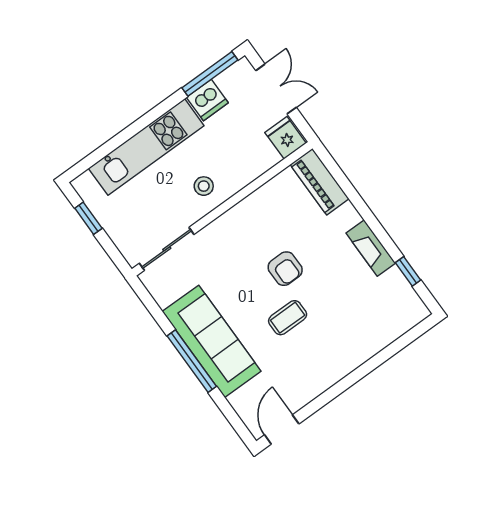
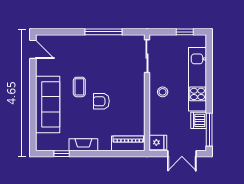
sofa: (212, 341) -> (48, 104), moved, turned -90
window: (192, 361) -> (103, 32), moved

